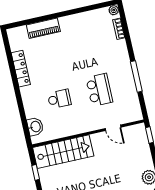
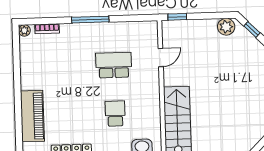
piano: (43, 28) -> (32, 116), width x1.37, depth x1.33
window: (136, 76) -> (90, 20), moved

